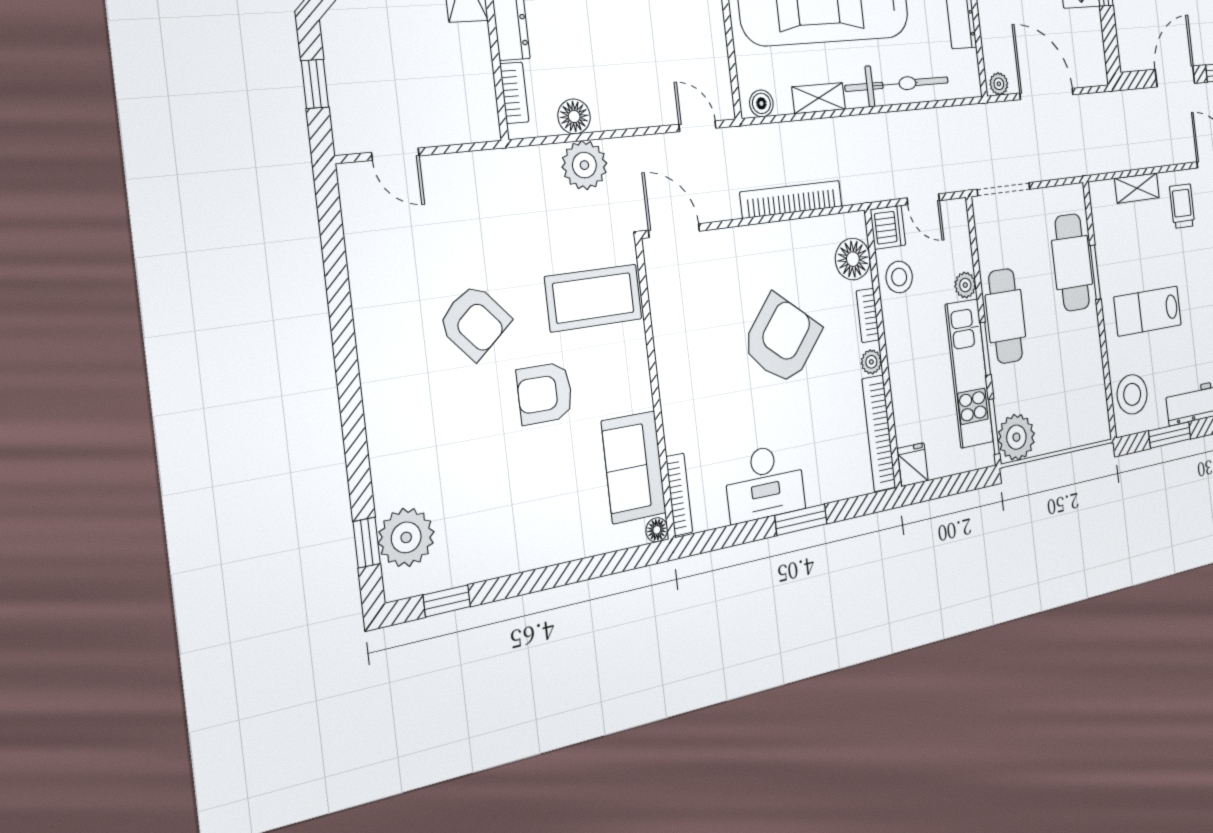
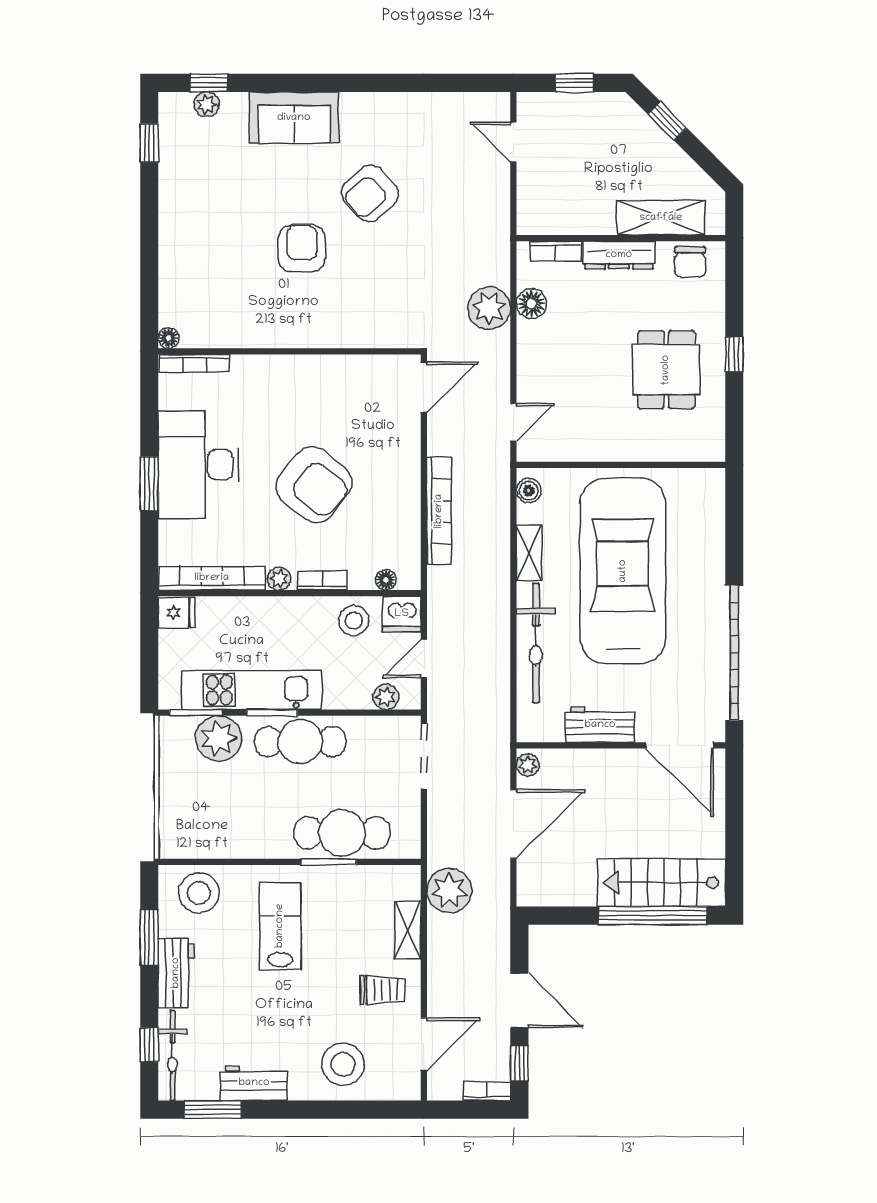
plant: (1104, 152) -> (449, 891), added
door: (395, 154) -> (513, 142), hinge flipped
floor lamp: (853, 259) -> (386, 580), width x0.53, depth x0.53
plant: (965, 285) -> (386, 697), moved
coffee table: (593, 298) -> (375, 303), removed
plant: (1016, 437) -> (219, 738), moved
sofa: (634, 467) -> (294, 118), moved, turned 180
desk: (765, 483) -> (198, 465), width x1.36, depth x1.30
plant: (406, 537) -> (207, 104), width x0.53, depth x0.53

